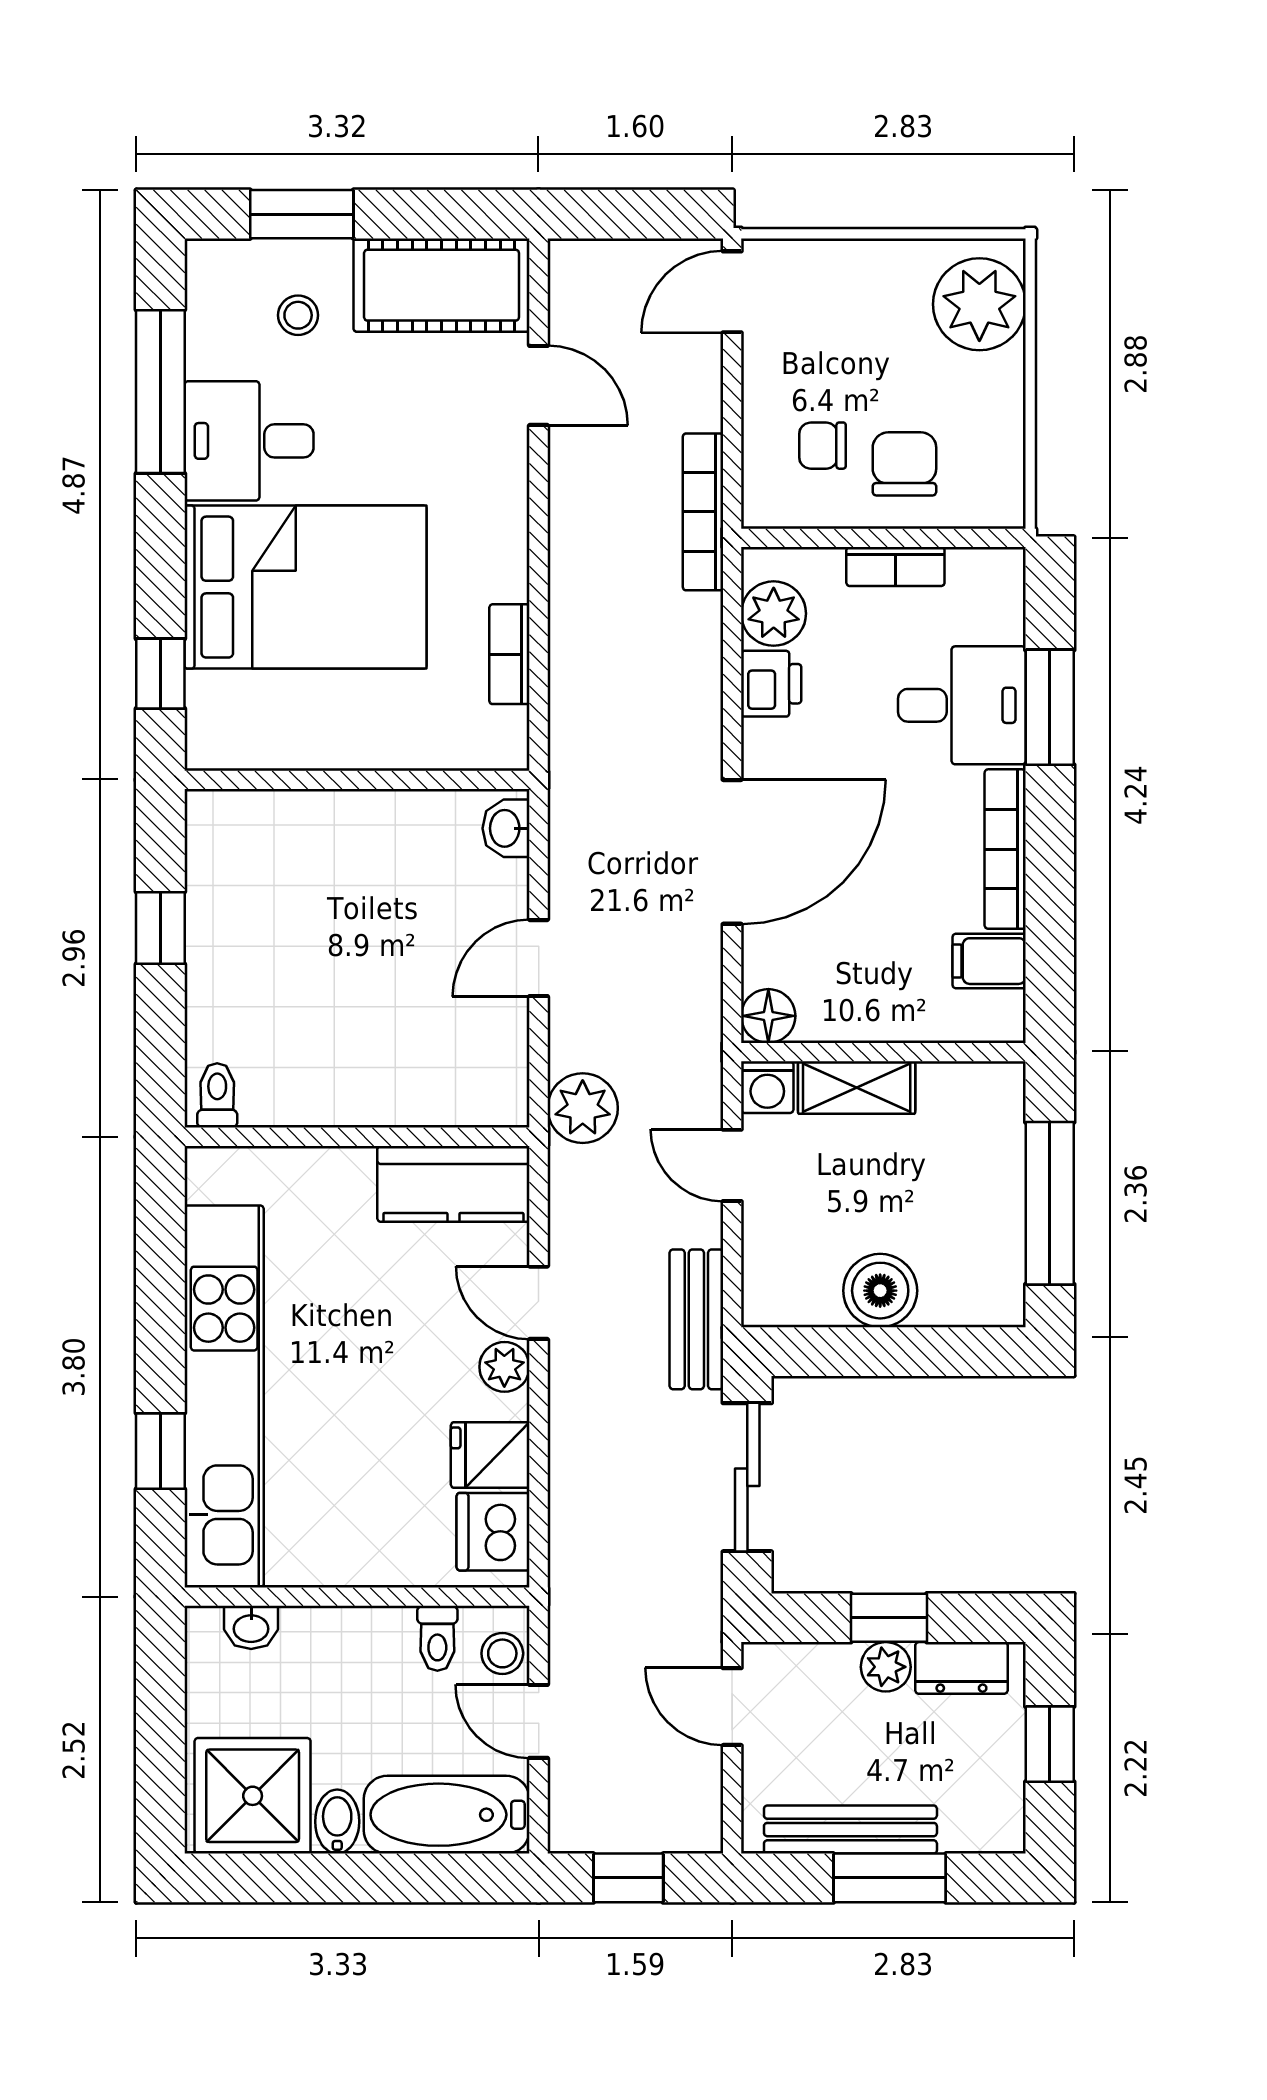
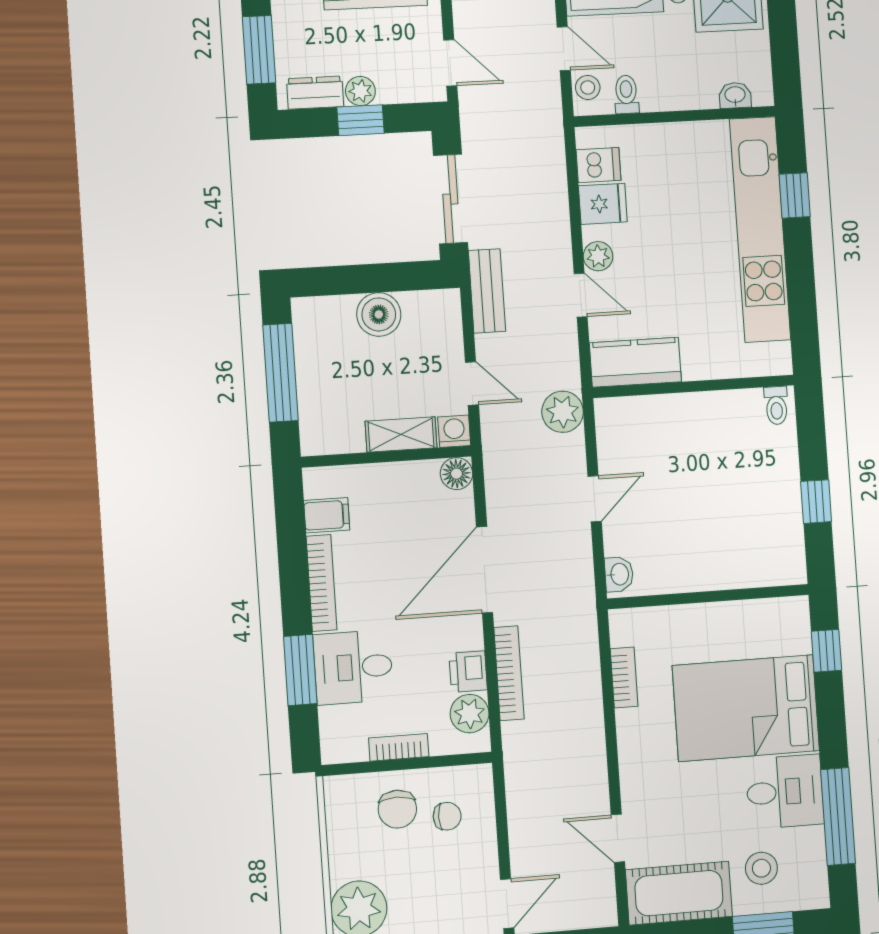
stool: (298, 315) -> (761, 868), width x1.37, depth x1.37
bookcase: (703, 512) -> (509, 673), moved
dishwasher: (493, 1532) -> (598, 165), width x0.73
window: (1050, 1744) -> (259, 50), width x1.50

